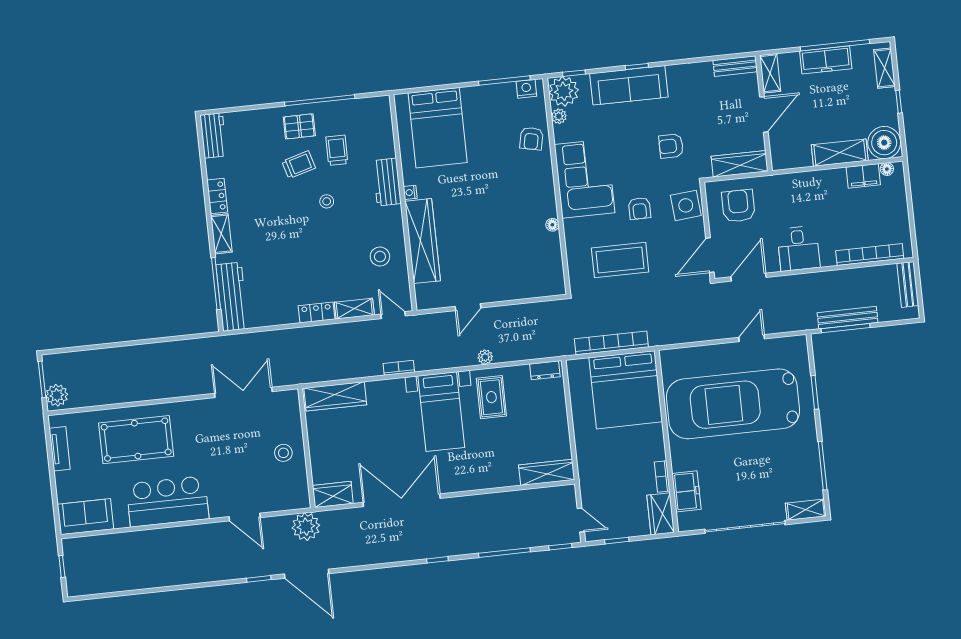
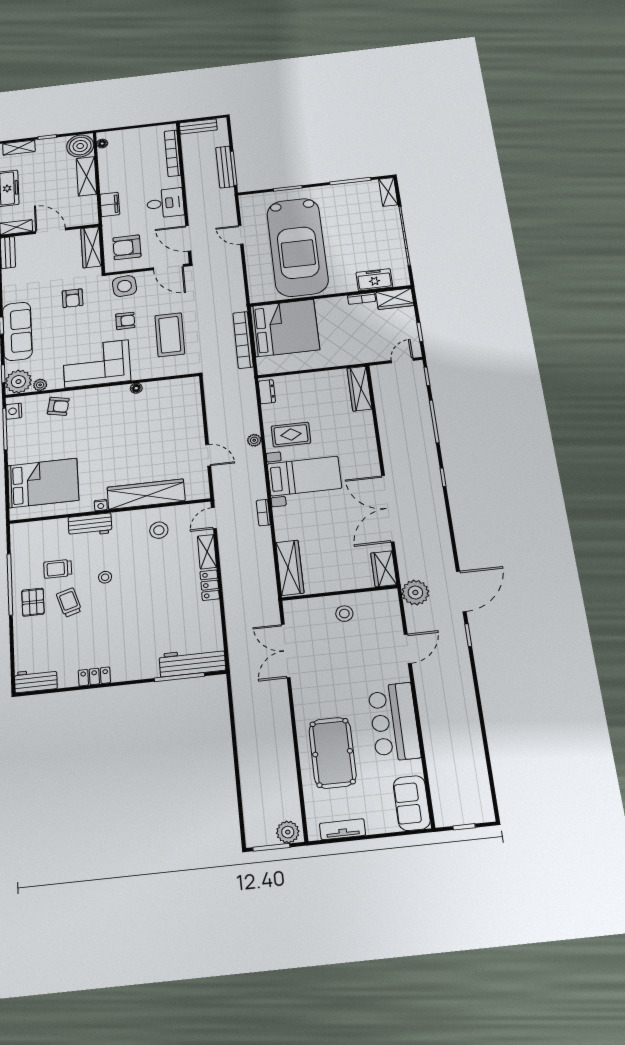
filing cabinet: (863, 176) -> (110, 204), moved
shelving: (221, 234) -> (131, 672), removed

